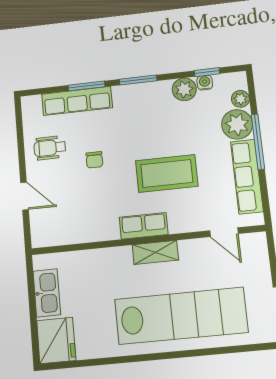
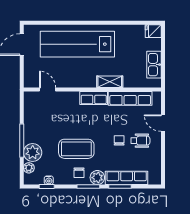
plant: (184, 89) -> (97, 178), moved
chair: (156, 100) -> (79, 173), added
wheelchair: (50, 148) -> (140, 141), moved
coffee table: (167, 173) -> (76, 149), moved
row of seats: (247, 176) -> (130, 98), moved, turned 90
shelving: (155, 252) -> (110, 82), moved
fridge: (56, 340) -> (153, 31), width x0.53, depth x0.75

